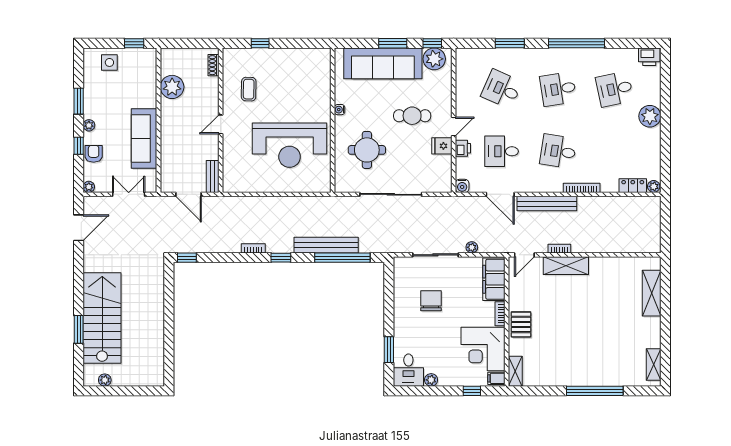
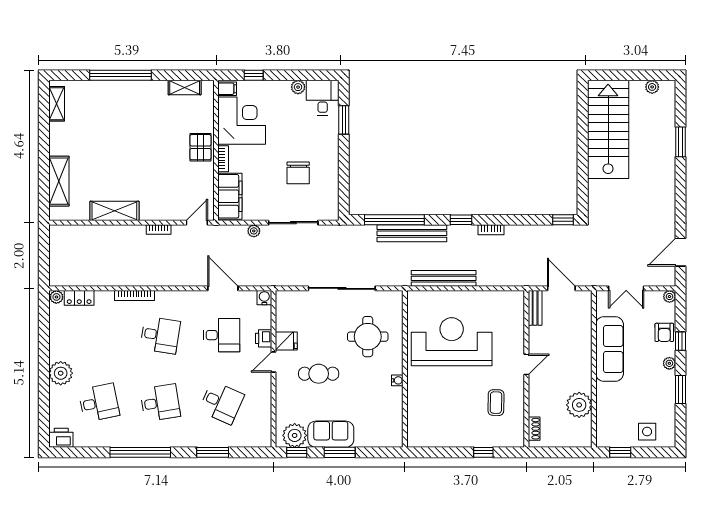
sofa: (383, 63) -> (331, 434), width x0.54, depth x0.79
bench: (547, 204) -> (444, 278), moved
shelving: (566, 266) -> (114, 211), moved
stairs: (102, 318) -> (608, 129), moved, turned 180
shelving: (515, 371) -> (185, 87), moved, turned 90

